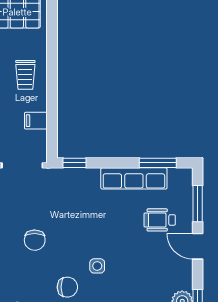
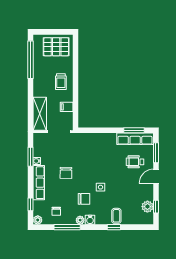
window: (75, 163) -> (88, 130), removed
row of seats: (134, 178) -> (135, 139), moved
door: (198, 246) -> (156, 176), hinge flipped

